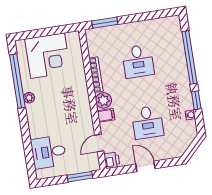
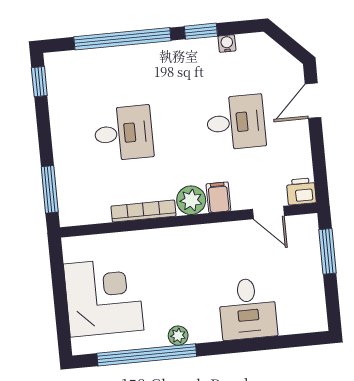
window: (163, 14) -> (39, 82), added
desk: (49, 152) -> (248, 309), moved
door: (145, 166) -> (313, 101), moved

